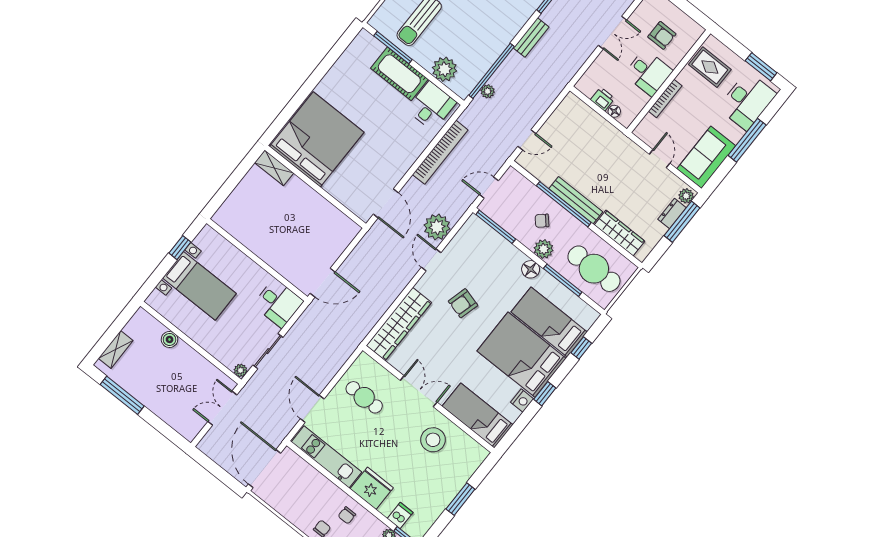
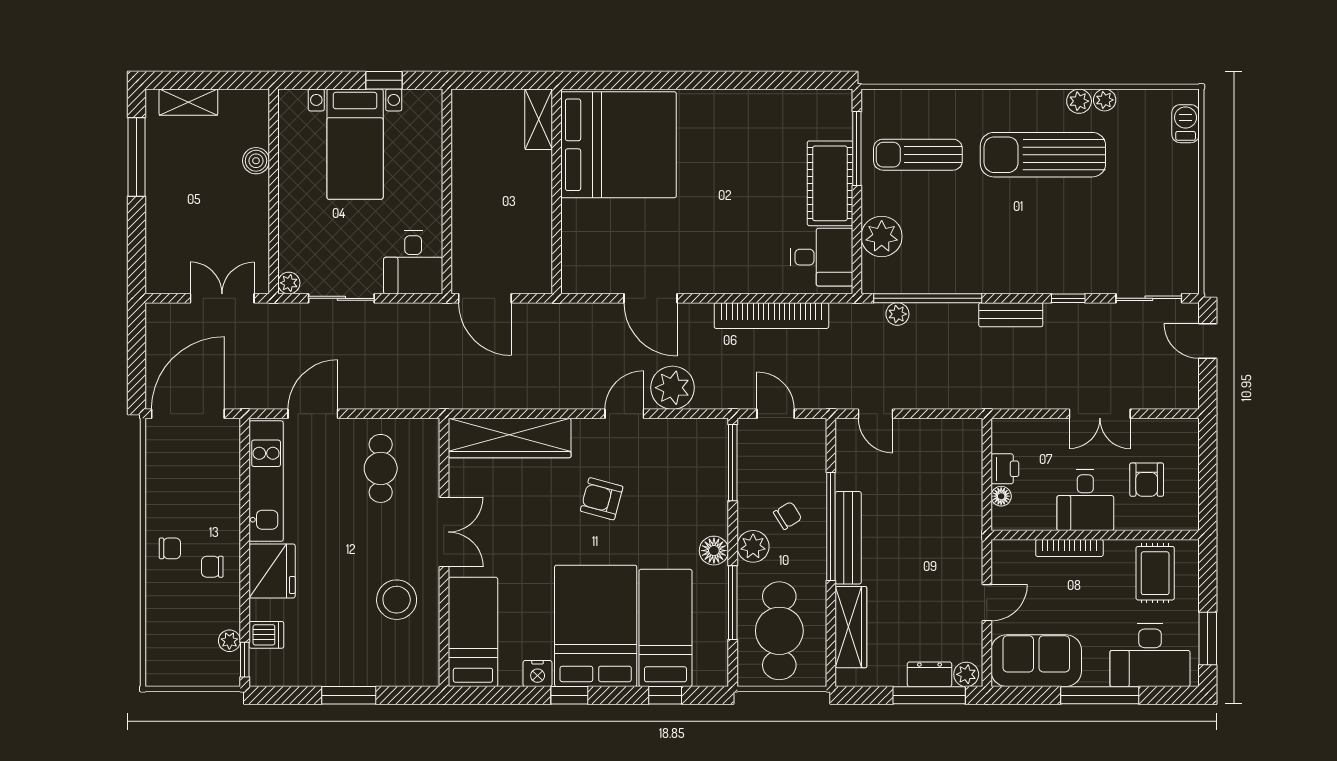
bed: (317, 139) -> (619, 145), moved
shelving: (274, 168) -> (539, 119), moved
wall: (315, 187) -> (557, 191), moved
door: (386, 203) -> (651, 298), hinge flipped
chair: (542, 221) -> (788, 516), turned 100

